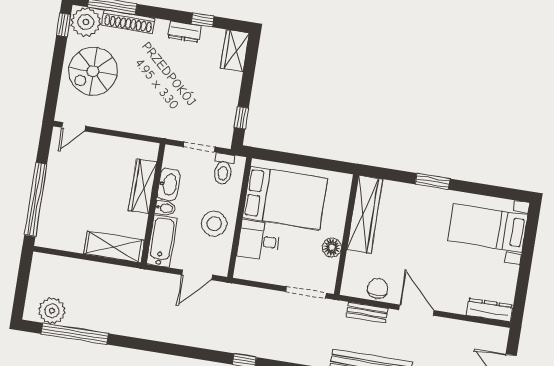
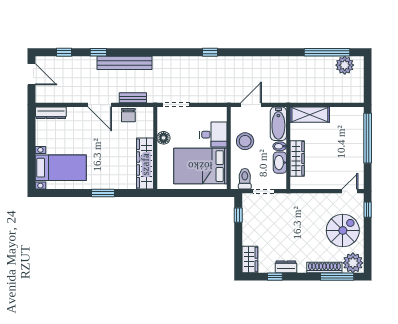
window: (64, 25) -> (368, 210), moved

